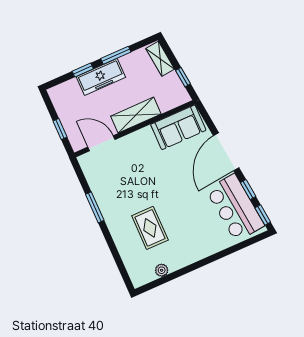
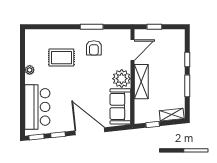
freezer: (101, 77) -> (177, 69), removed
plant: (143, 141) -> (122, 79), added
armchair: (120, 193) -> (94, 48), added
bar counter: (235, 208) -> (37, 107), moved, turned 96
plant: (162, 270) -> (30, 70), moved

